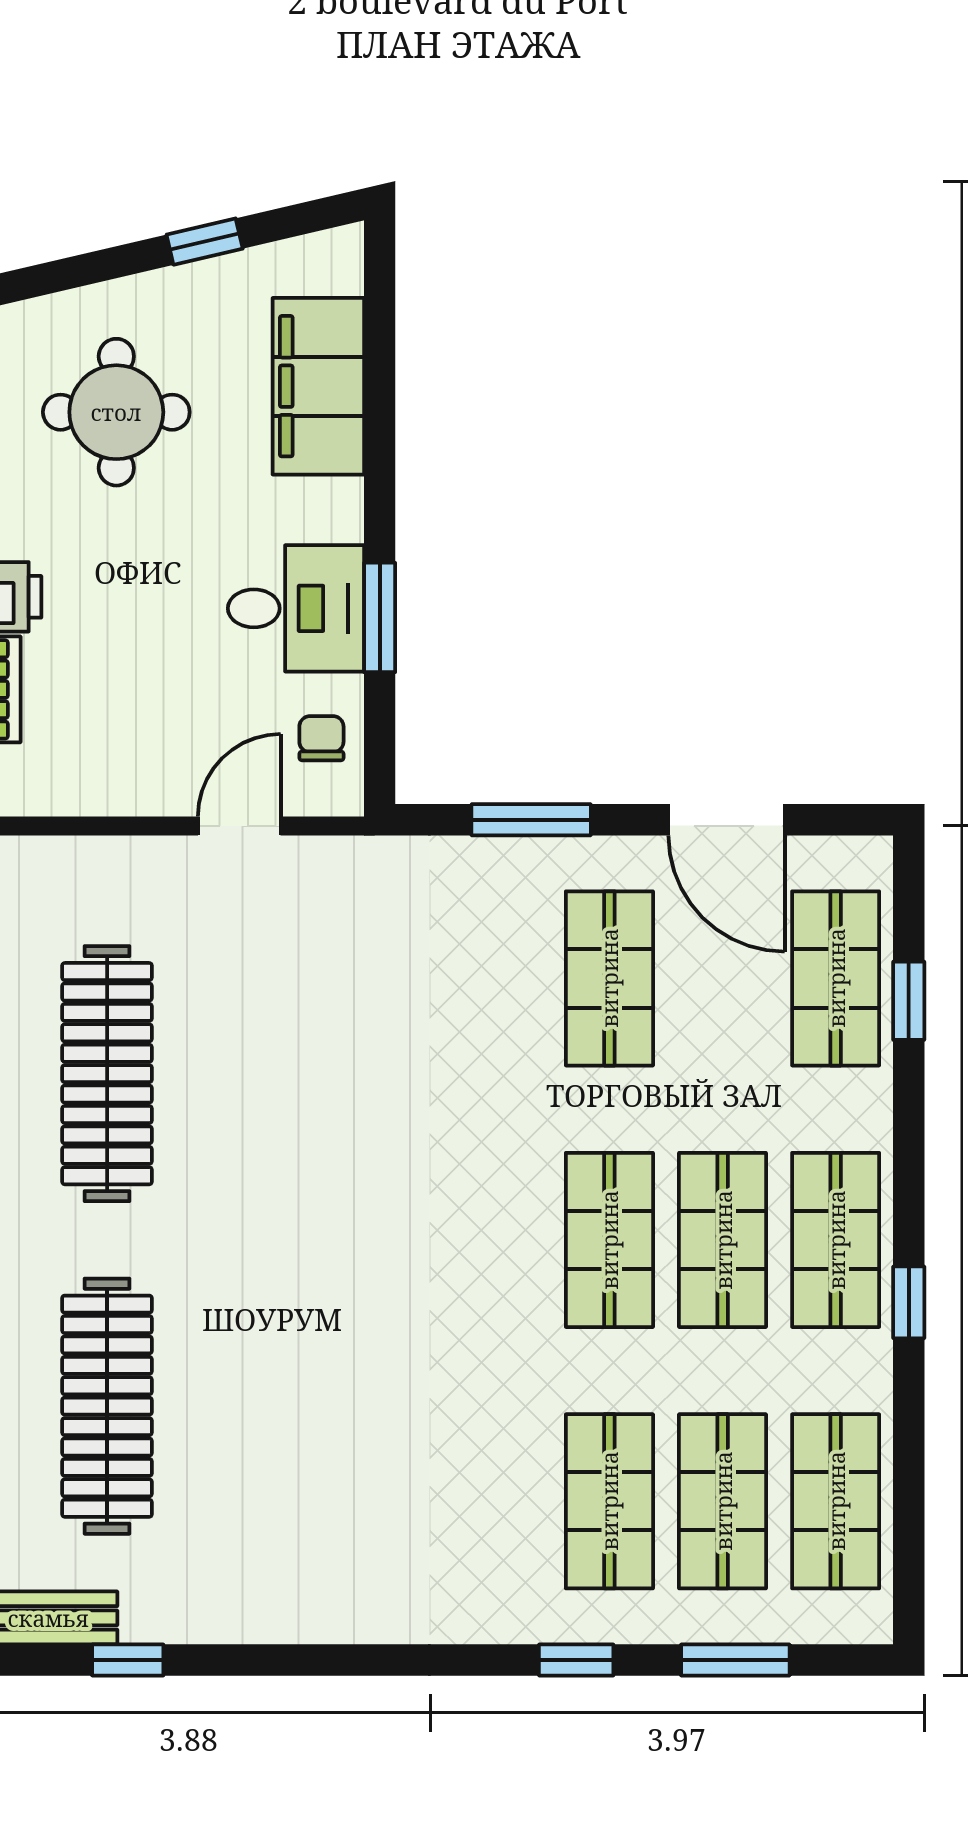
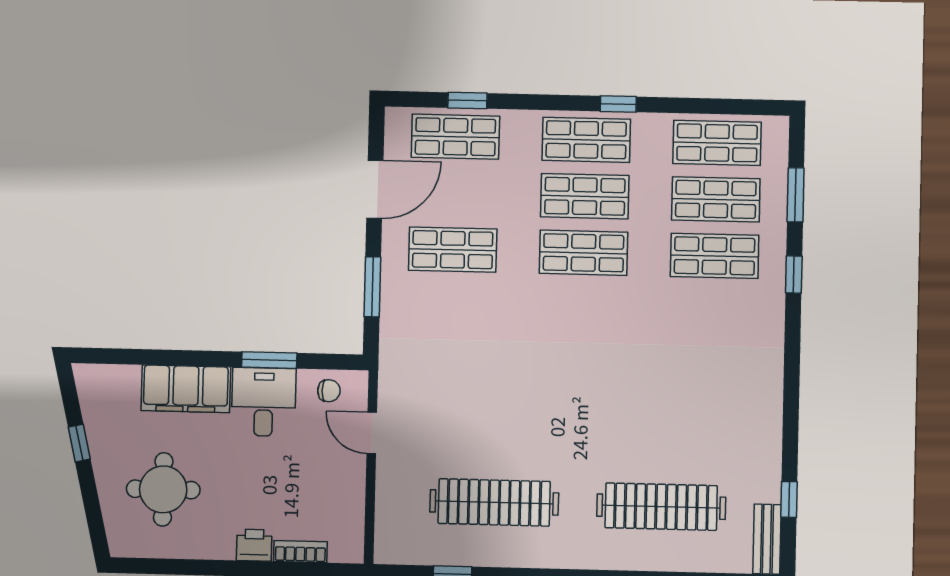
filing cabinet: (318, 386) -> (186, 389), moved
chair: (321, 738) -> (329, 391), turned 180

